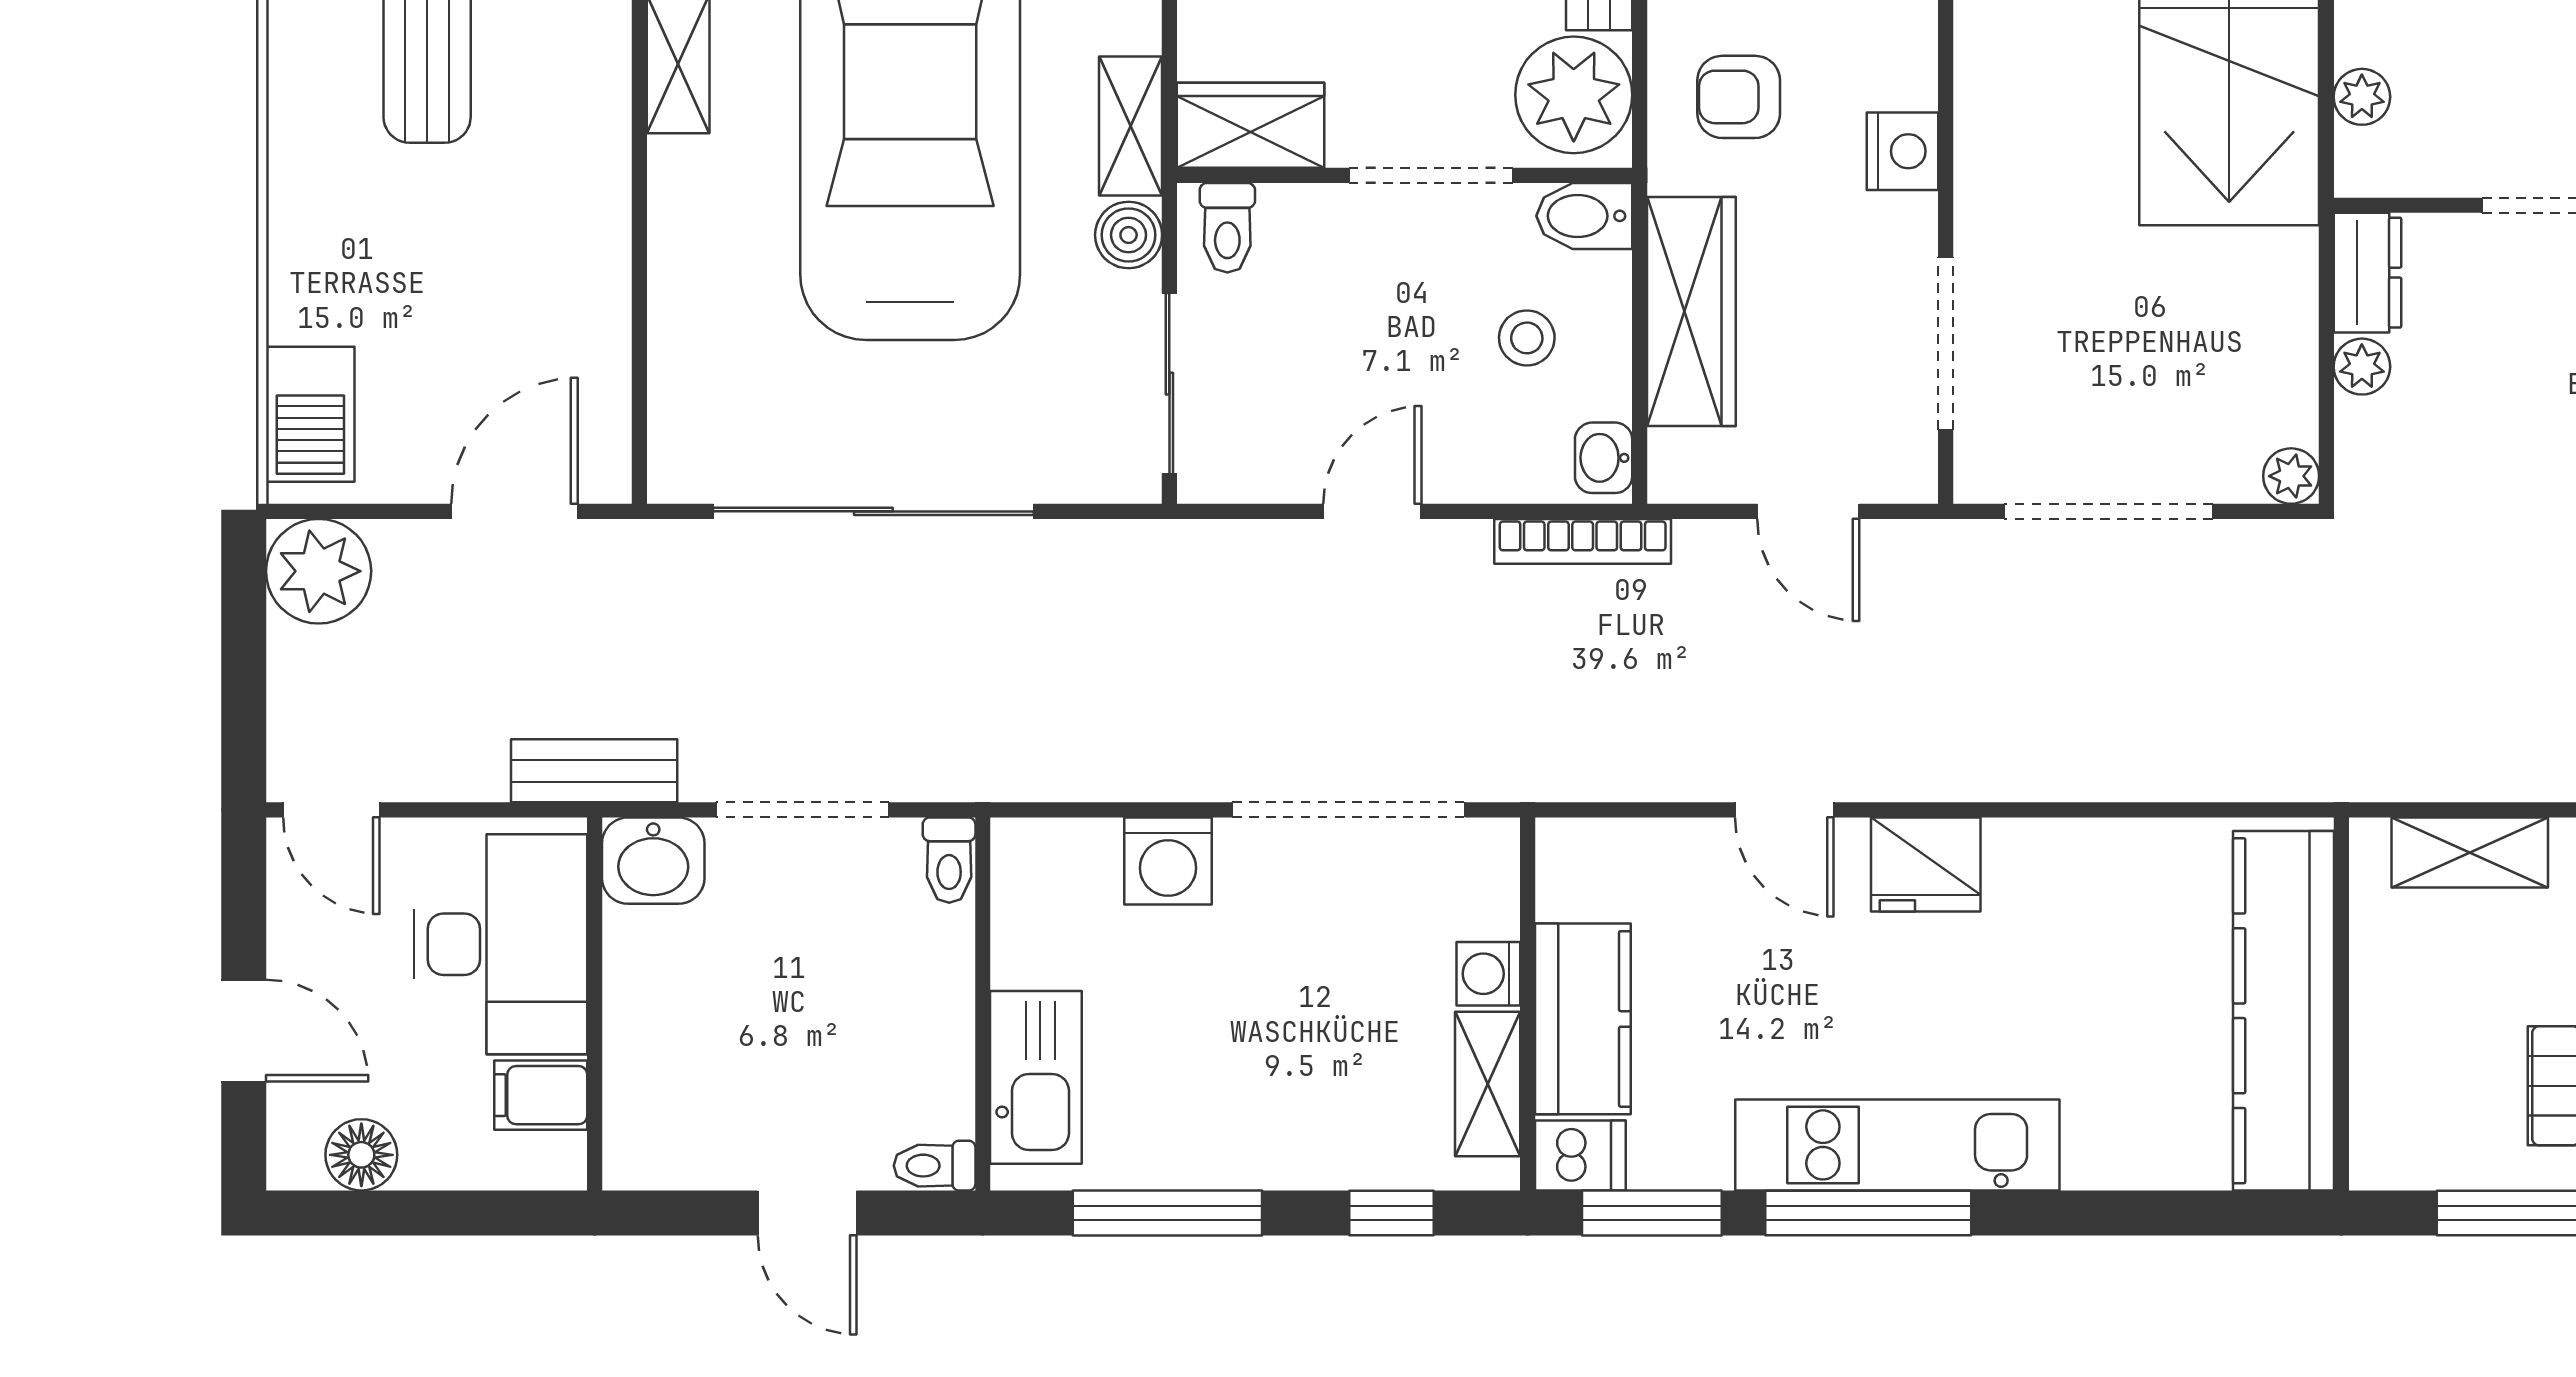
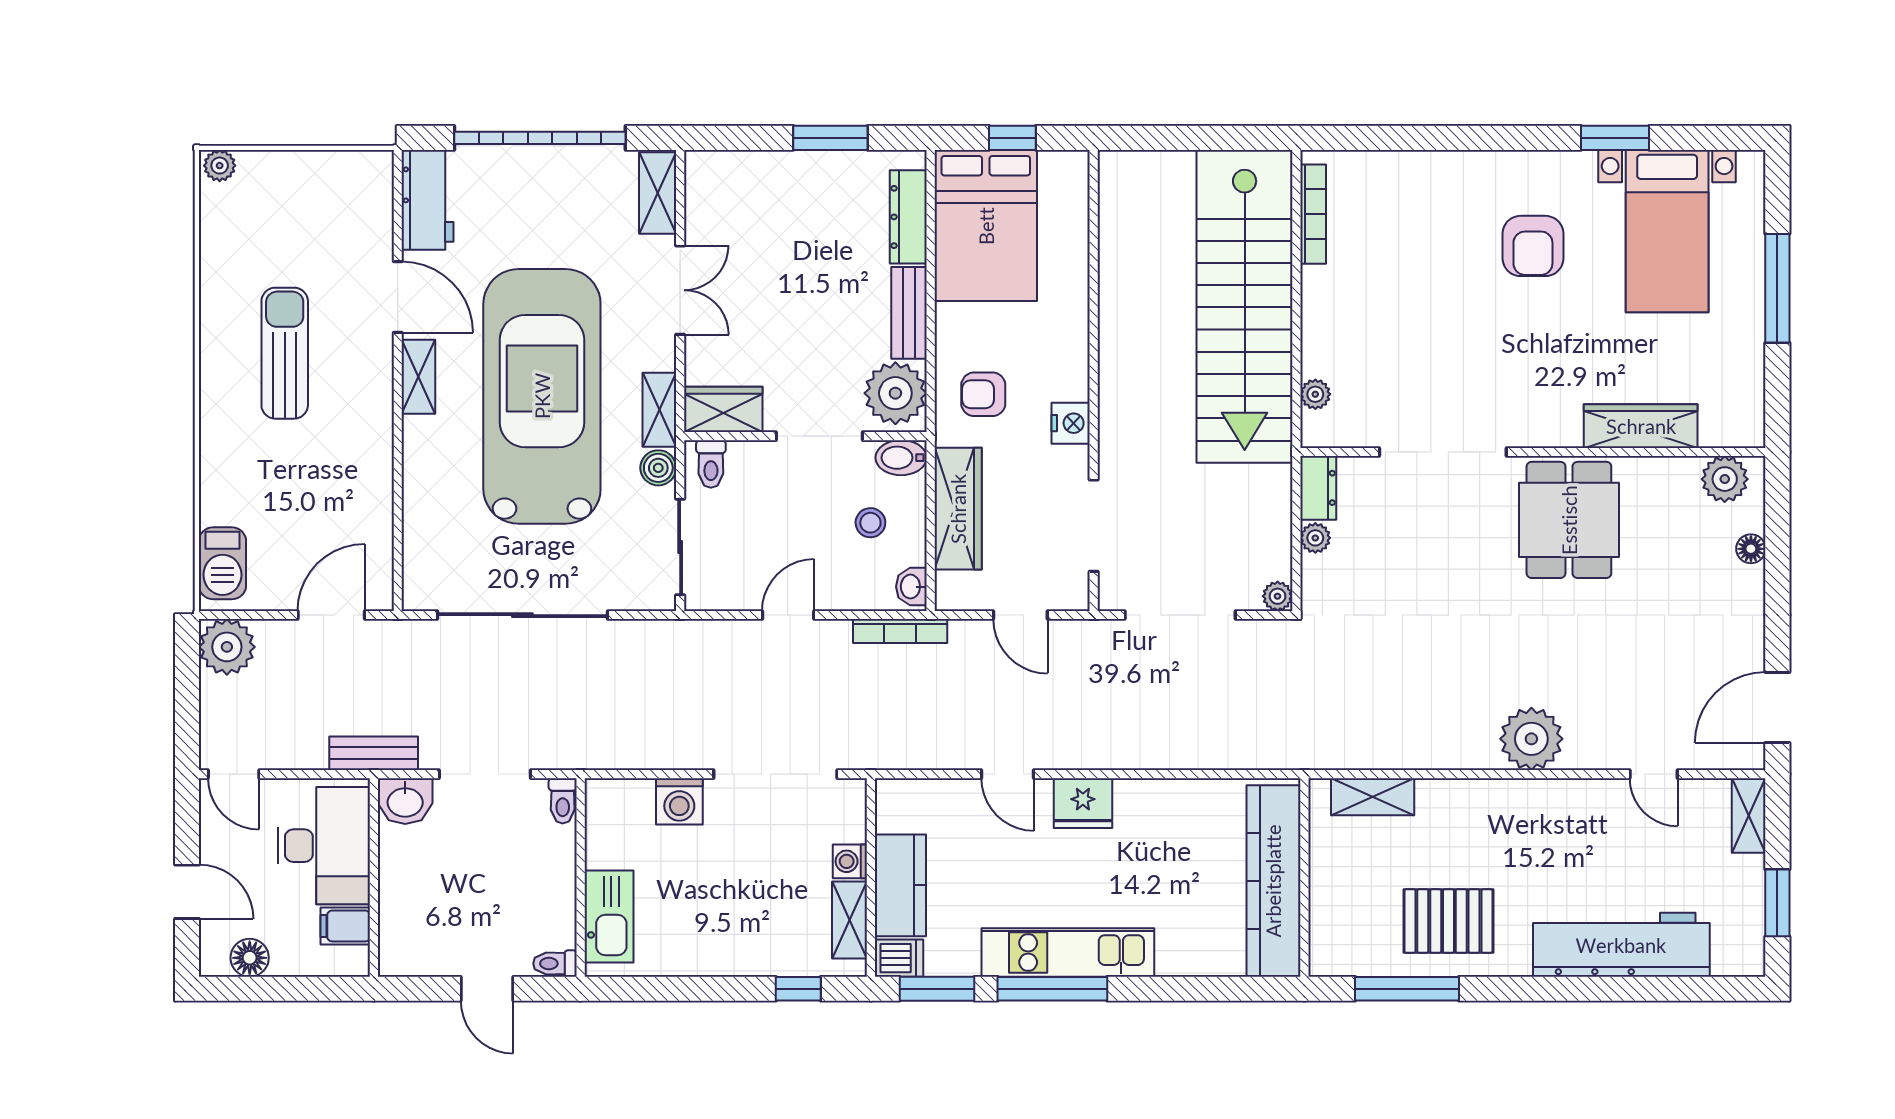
window: (1167, 1213) -> (679, 989), removed

